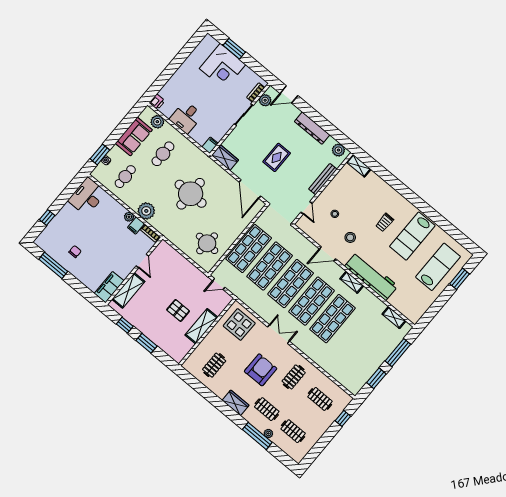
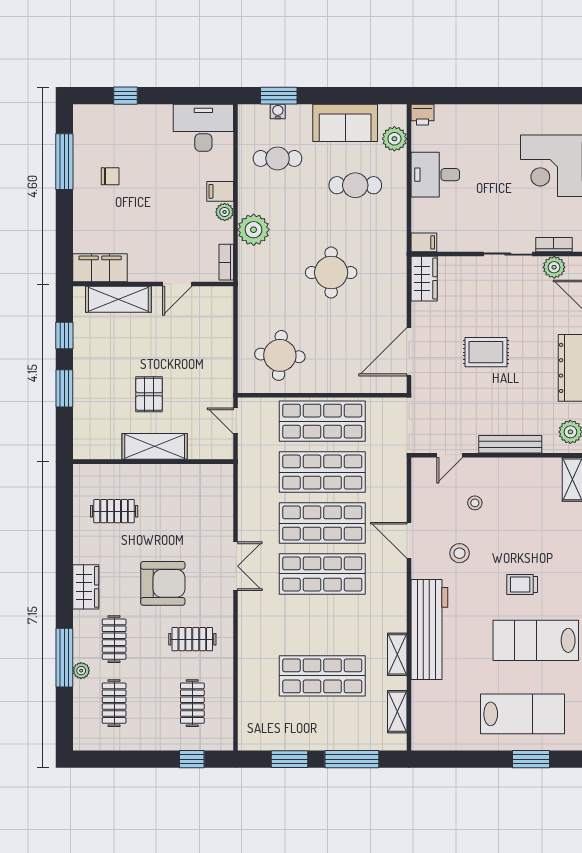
round table: (191, 194) -> (331, 273), width x0.73, depth x0.73
filing cabinet: (136, 226) -> (220, 191), moved
shelving: (352, 282) -> (397, 654), moved
shop shelf: (333, 319) -> (322, 676), moved
display table: (239, 324) -> (202, 498), removed

